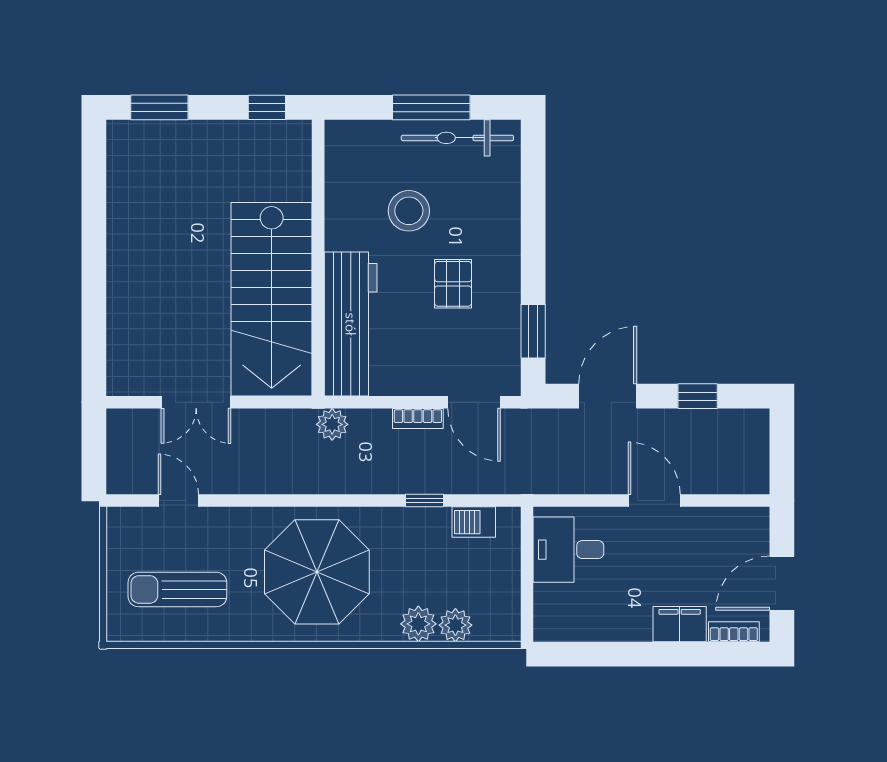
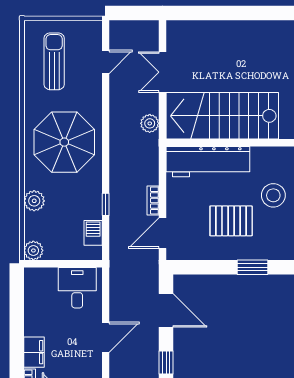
pallet: (453, 284) -> (231, 221), width x1.50, depth x1.42
window: (533, 331) -> (253, 267), moved
plant: (332, 424) -> (150, 123), moved
plant: (455, 625) -> (33, 250), moved

